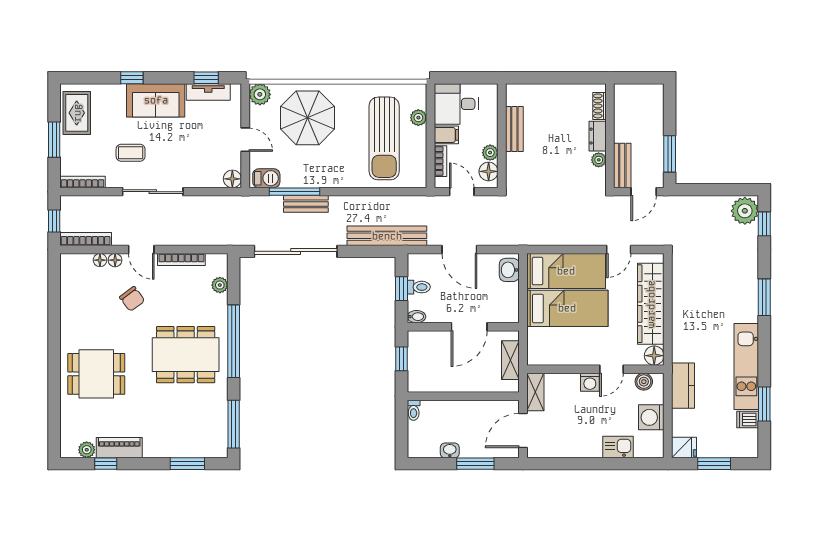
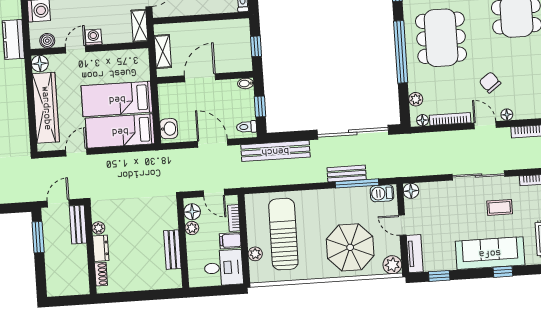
tv unit: (208, 92) -> (415, 254), moved, turned 90
sofa: (156, 100) -> (490, 253), width x1.36
floor lamp: (100, 260) -> (423, 120), moved
toilet: (419, 287) -> (247, 127), moved
dining table: (186, 355) -> (441, 38), turned 90

